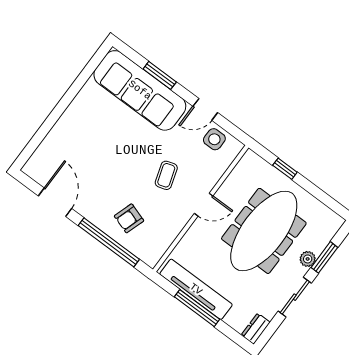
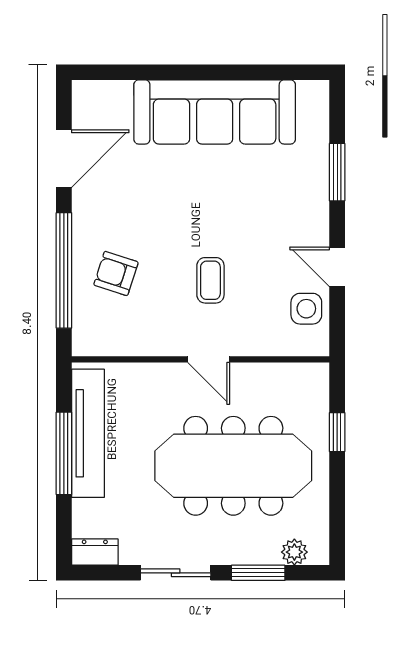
sofa: (140, 90) -> (215, 112), moved, turned -90
coffee table: (166, 175) -> (210, 280), turned -72
plant: (308, 259) -> (294, 552), moved

